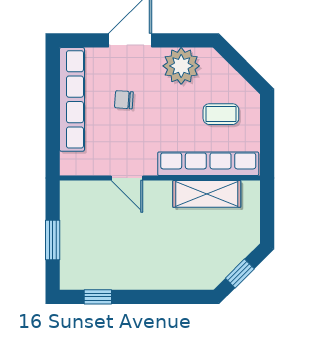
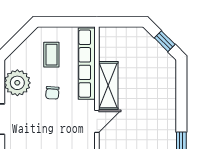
chair: (124, 100) -> (52, 93), moved
shelving: (207, 194) -> (108, 85), moved

